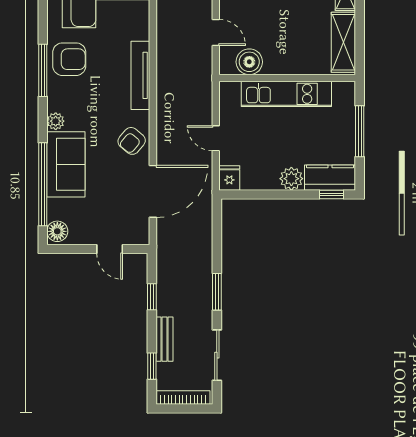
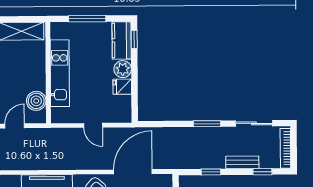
door: (216, 138) -> (93, 125), hinge flipped
fridge: (229, 178) -> (122, 87), moved
door: (153, 191) -> (133, 172), hinge flipped

